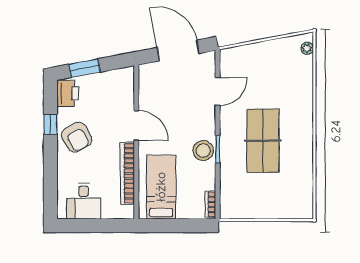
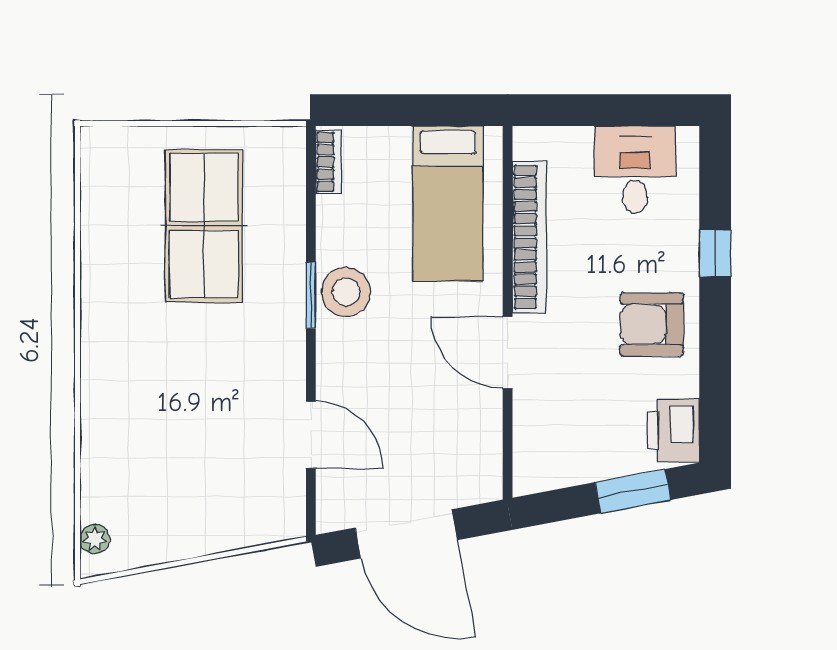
door: (218, 91) -> (311, 435), swing flipped
window: (50, 124) -> (715, 254), moved
armchair: (77, 137) -> (652, 324), turned -61
table tennis table: (263, 141) -> (204, 226), moved

